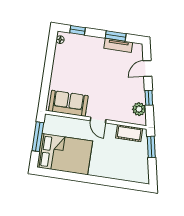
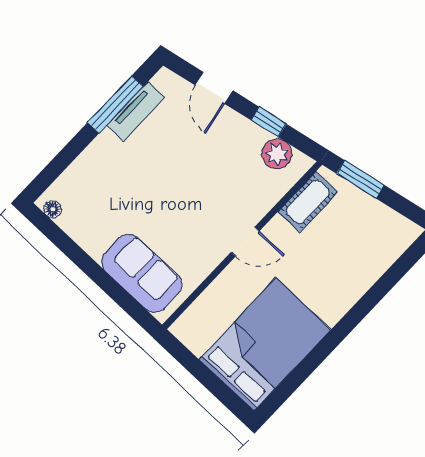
window: (78, 30) -> (57, 166), removed
window: (116, 36) -> (115, 104), width x1.44
sofa: (68, 103) -> (142, 273), moved, turned 90
window: (38, 137) -> (200, 371), removed

